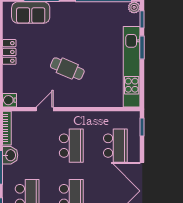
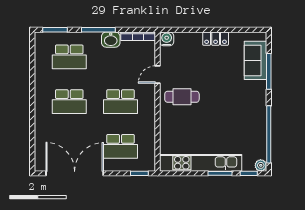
cafe table: (67, 69) -> (182, 97), moved, turned 67
door: (45, 109) -> (158, 75), swing flipped

